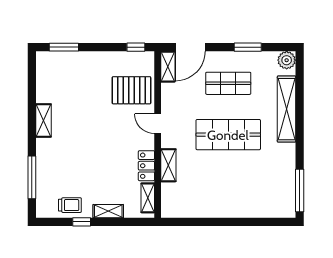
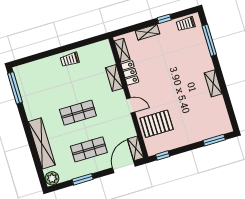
shop shelf: (228, 135) -> (78, 113), width x0.70, depth x0.74
trolley: (70, 205) -> (186, 24), moved
trolley: (218, 206) -> (70, 60), added

